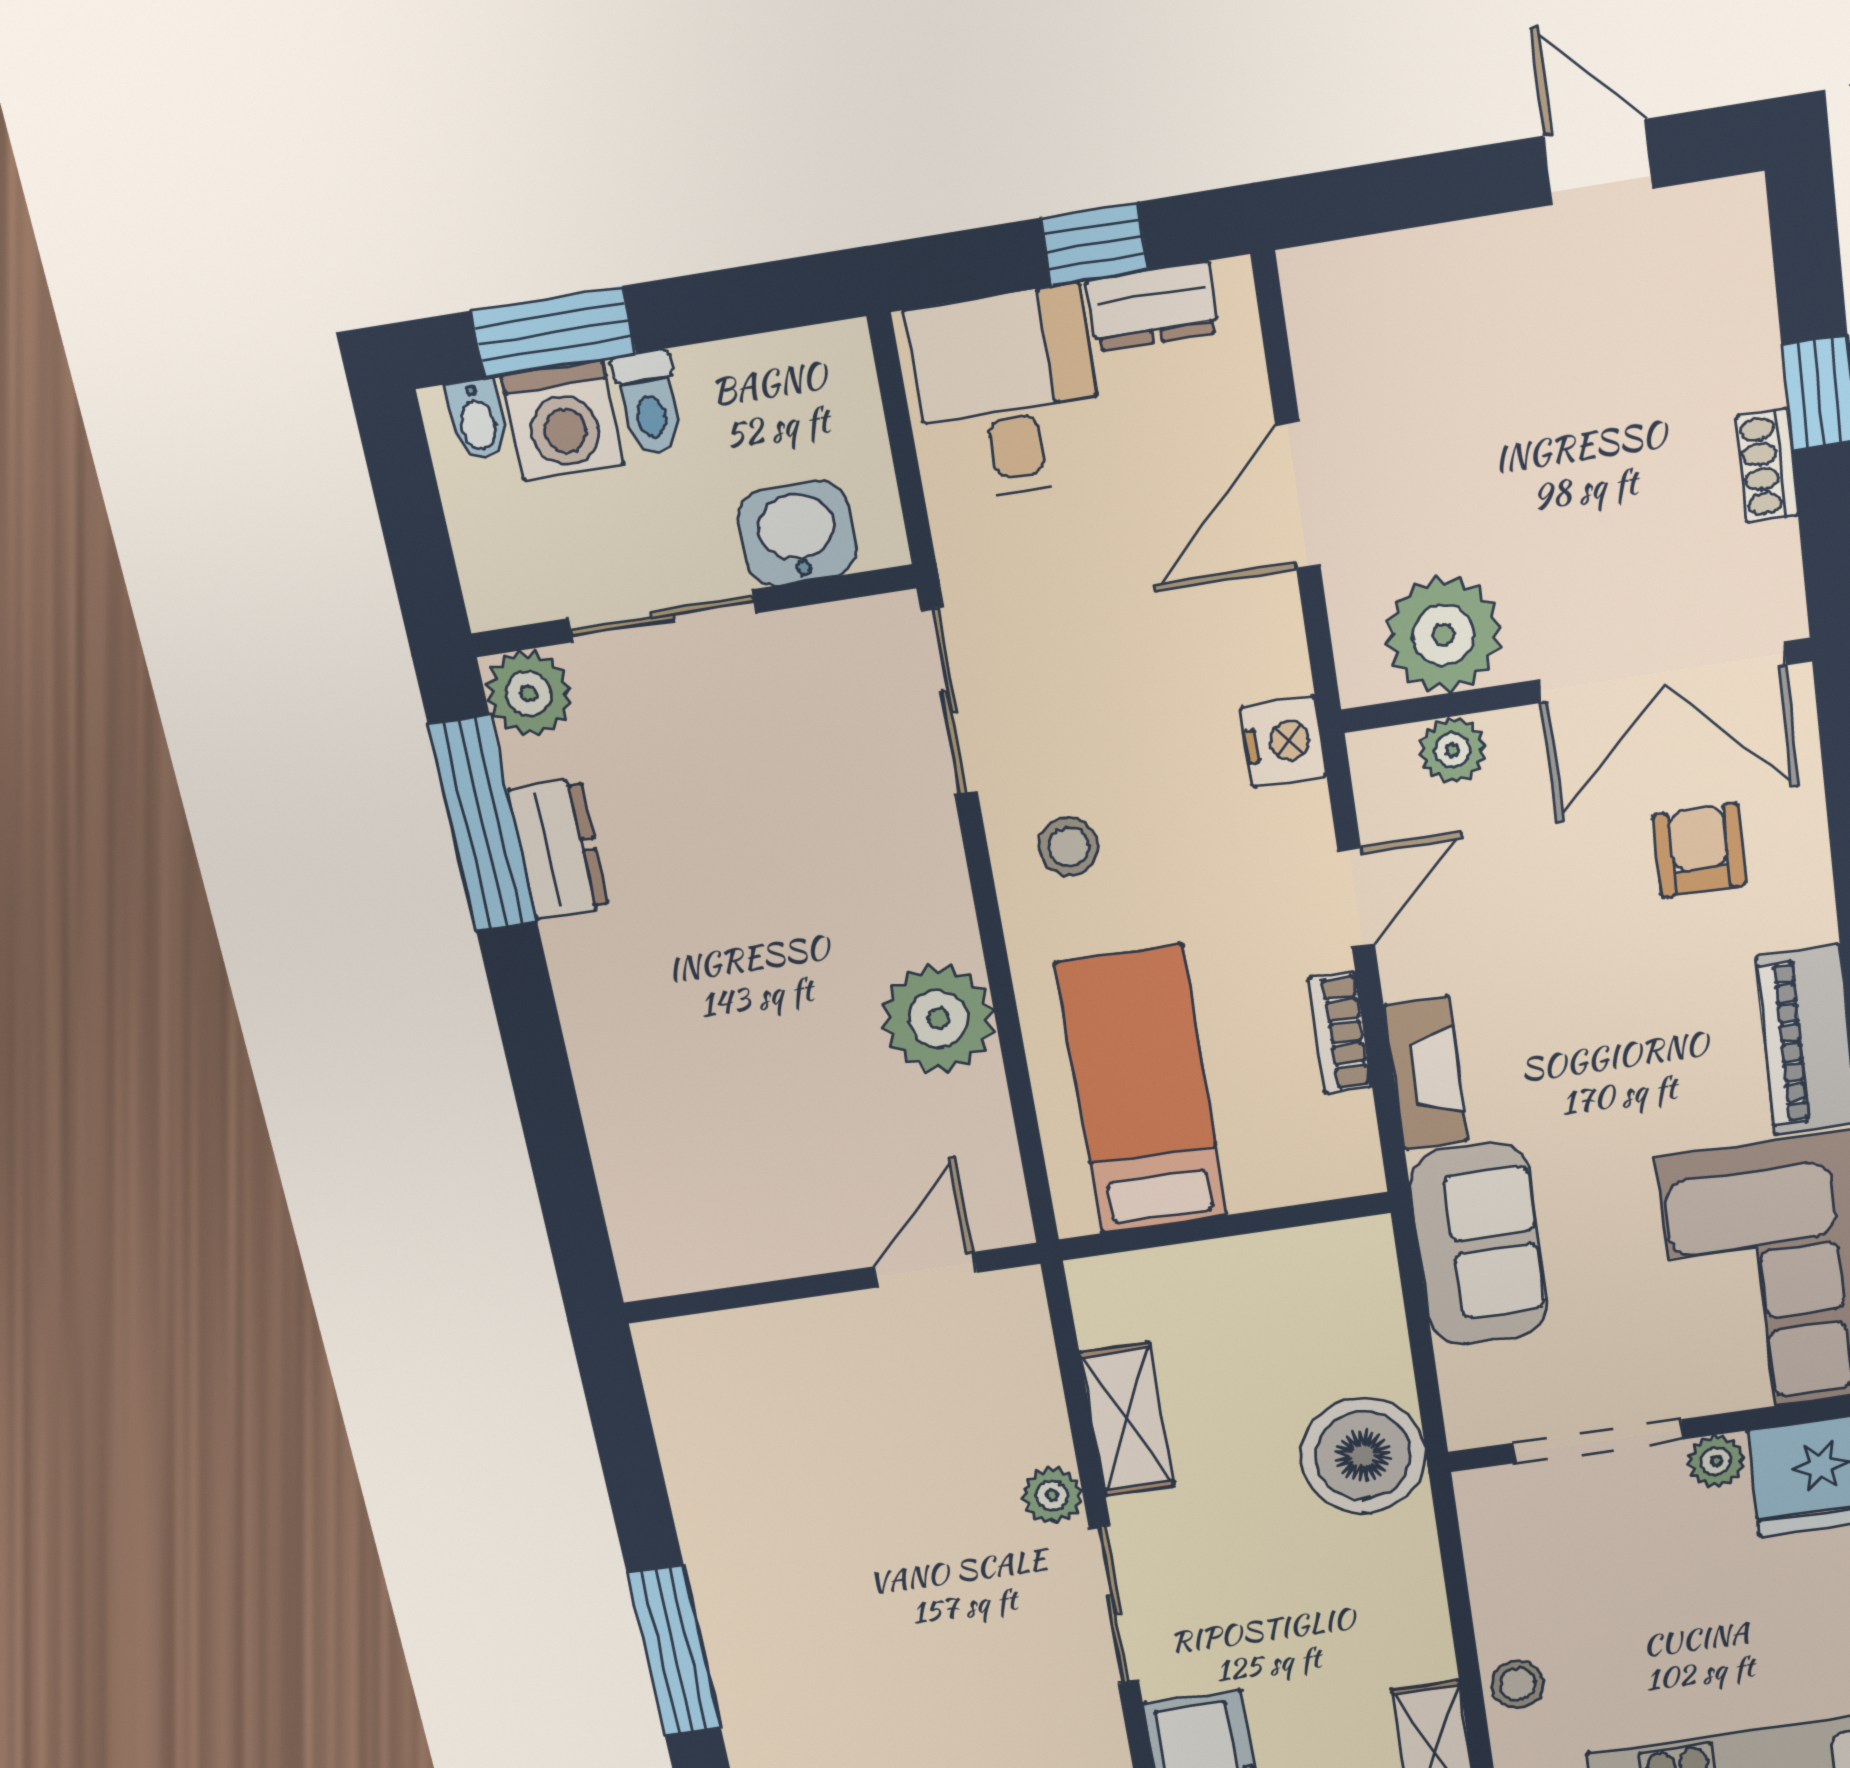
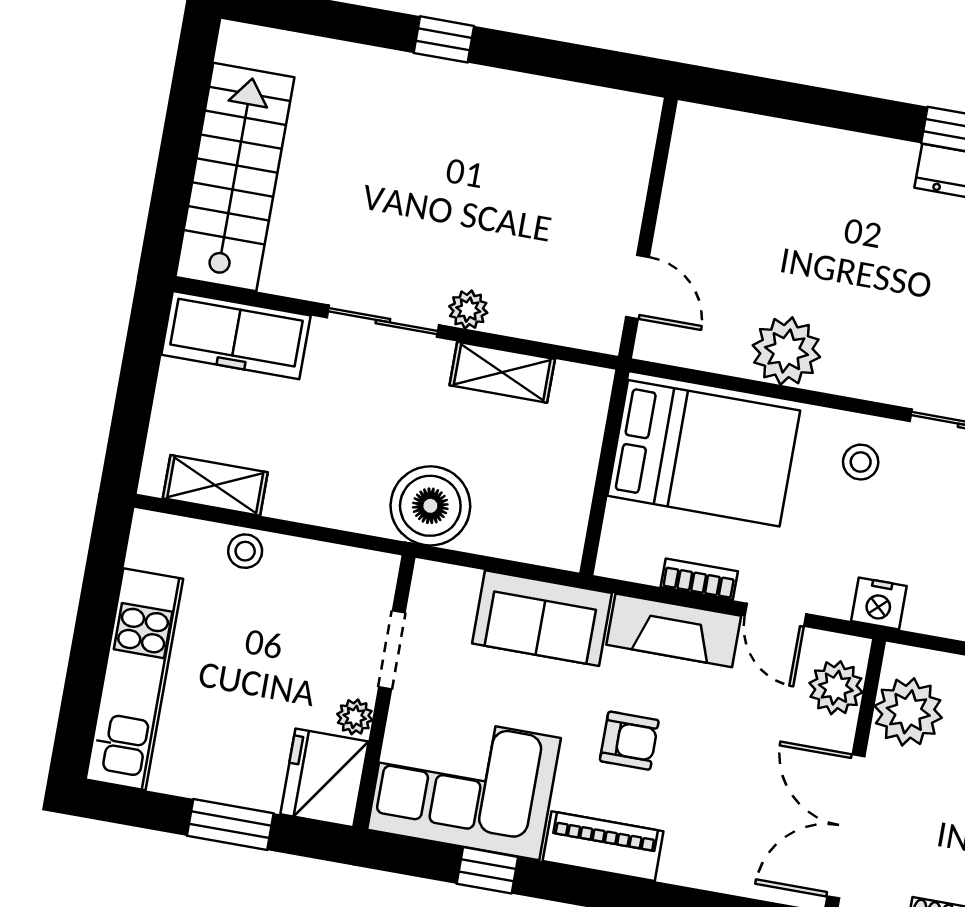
plant: (1452, 750) -> (836, 688), width x1.38, depth x1.38
armchair: (1699, 850) -> (629, 741), moved
fireplace: (1426, 1073) -> (674, 630), width x1.37, depth x1.32
bed: (1142, 1090) -> (704, 453), width x1.50
doorway: (1598, 1441) -> (392, 650), width x0.73
window: (674, 1651) -> (444, 39), width x0.46

